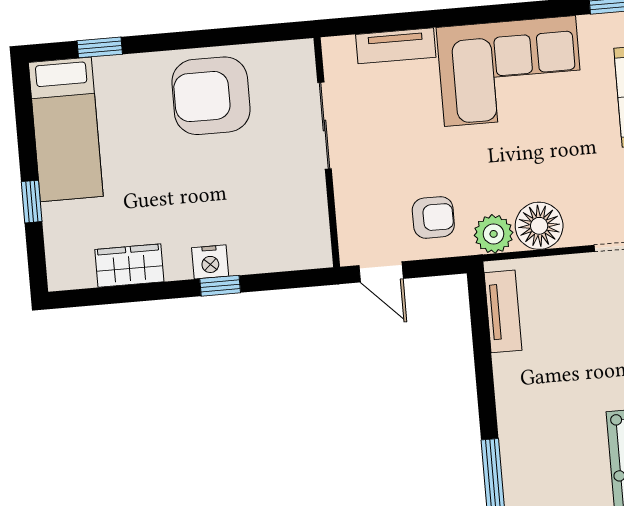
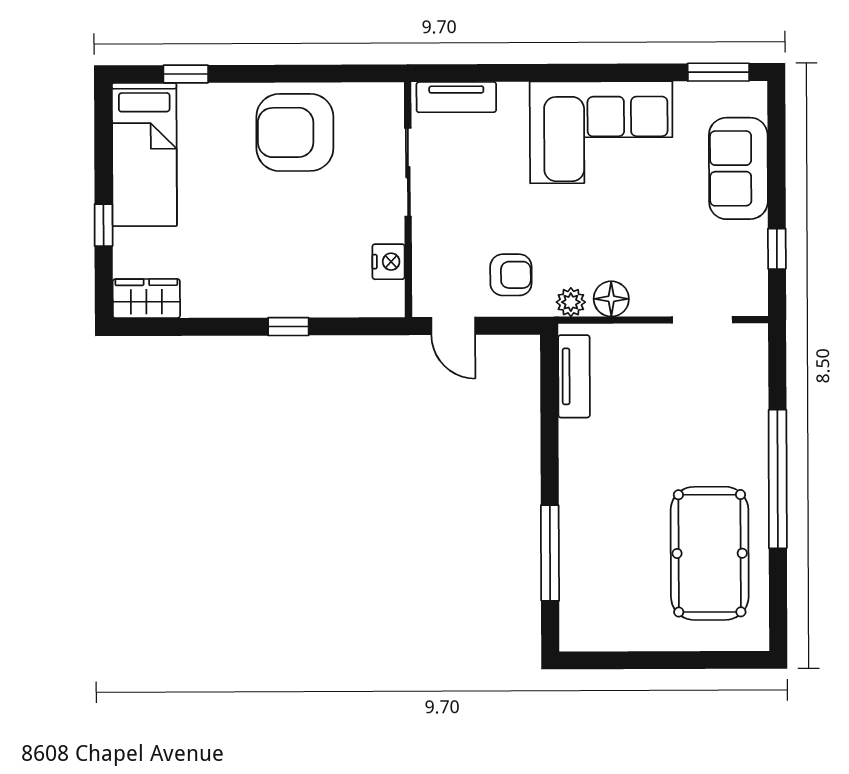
tv unit: (396, 46) -> (456, 97), moved
floor lamp: (539, 226) -> (611, 299), width x0.73, depth x0.73
plant: (494, 234) -> (571, 302), width x0.73, depth x0.73
nightstand: (210, 262) -> (389, 262), moved, turned -90
wardrobe: (129, 266) -> (146, 299), moved

